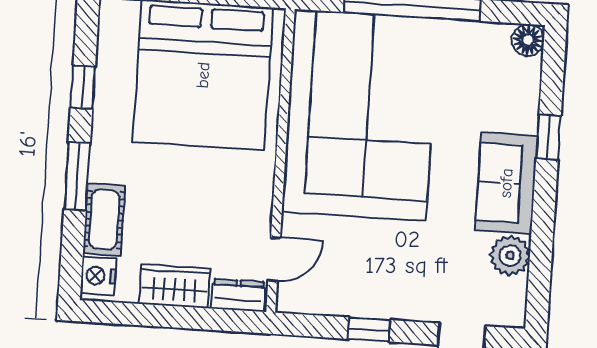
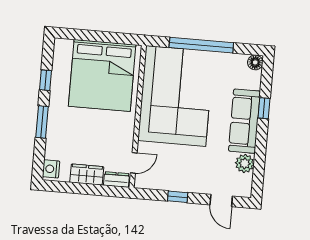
sofa: (506, 183) -> (244, 121), width x1.36
cot: (104, 219) -> (54, 142), removed

